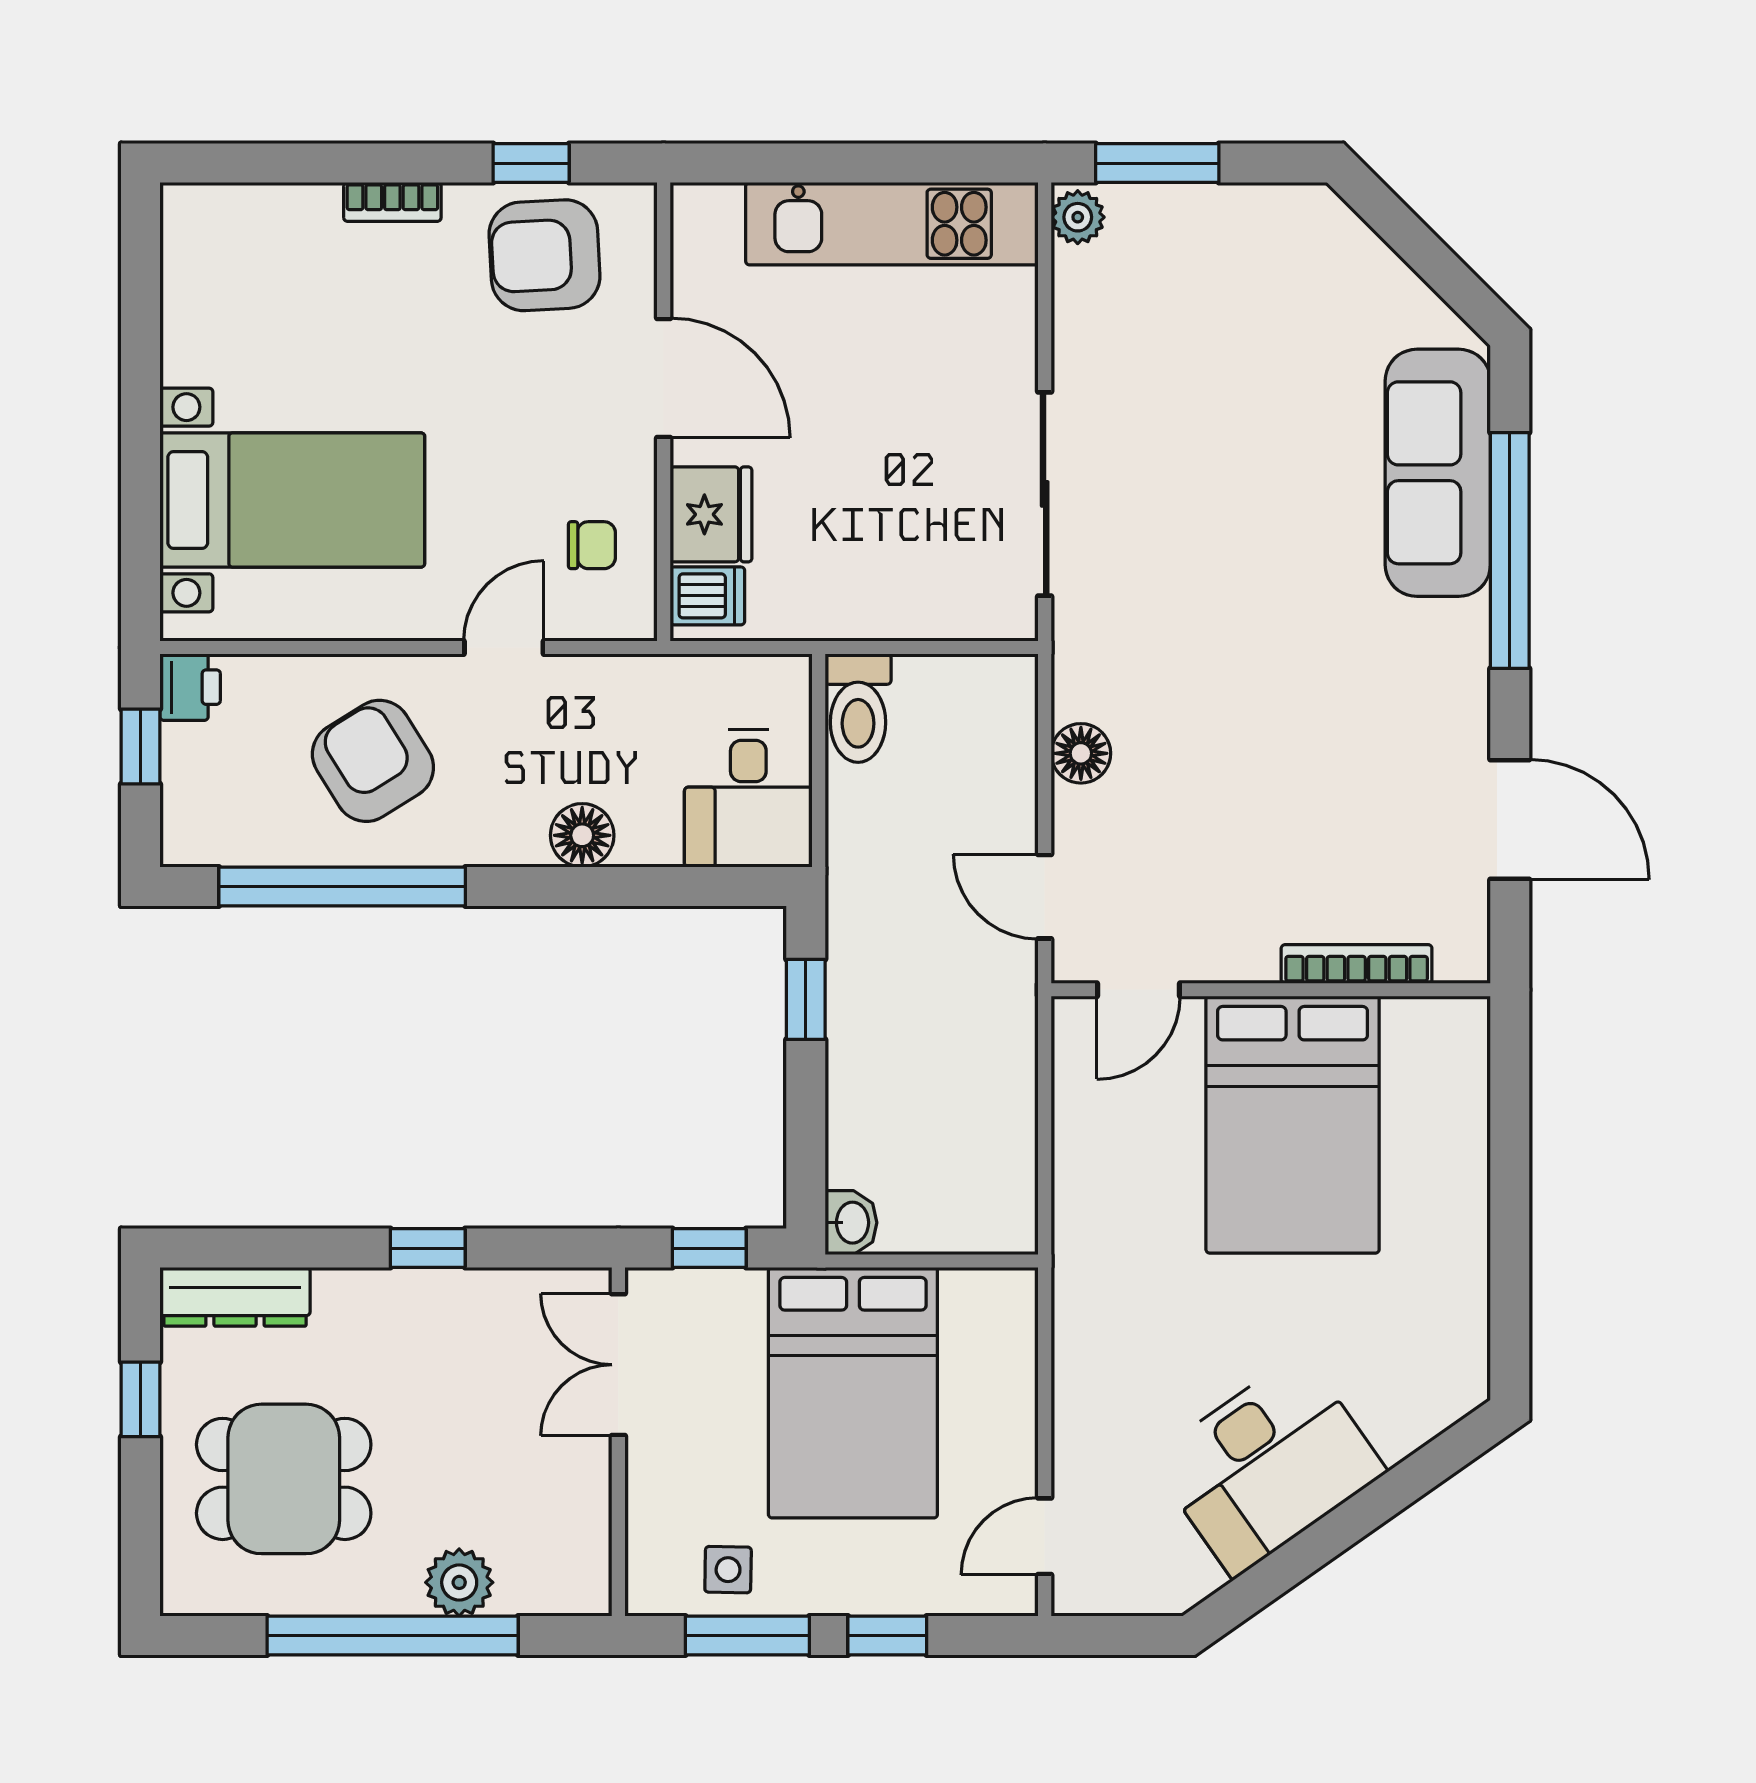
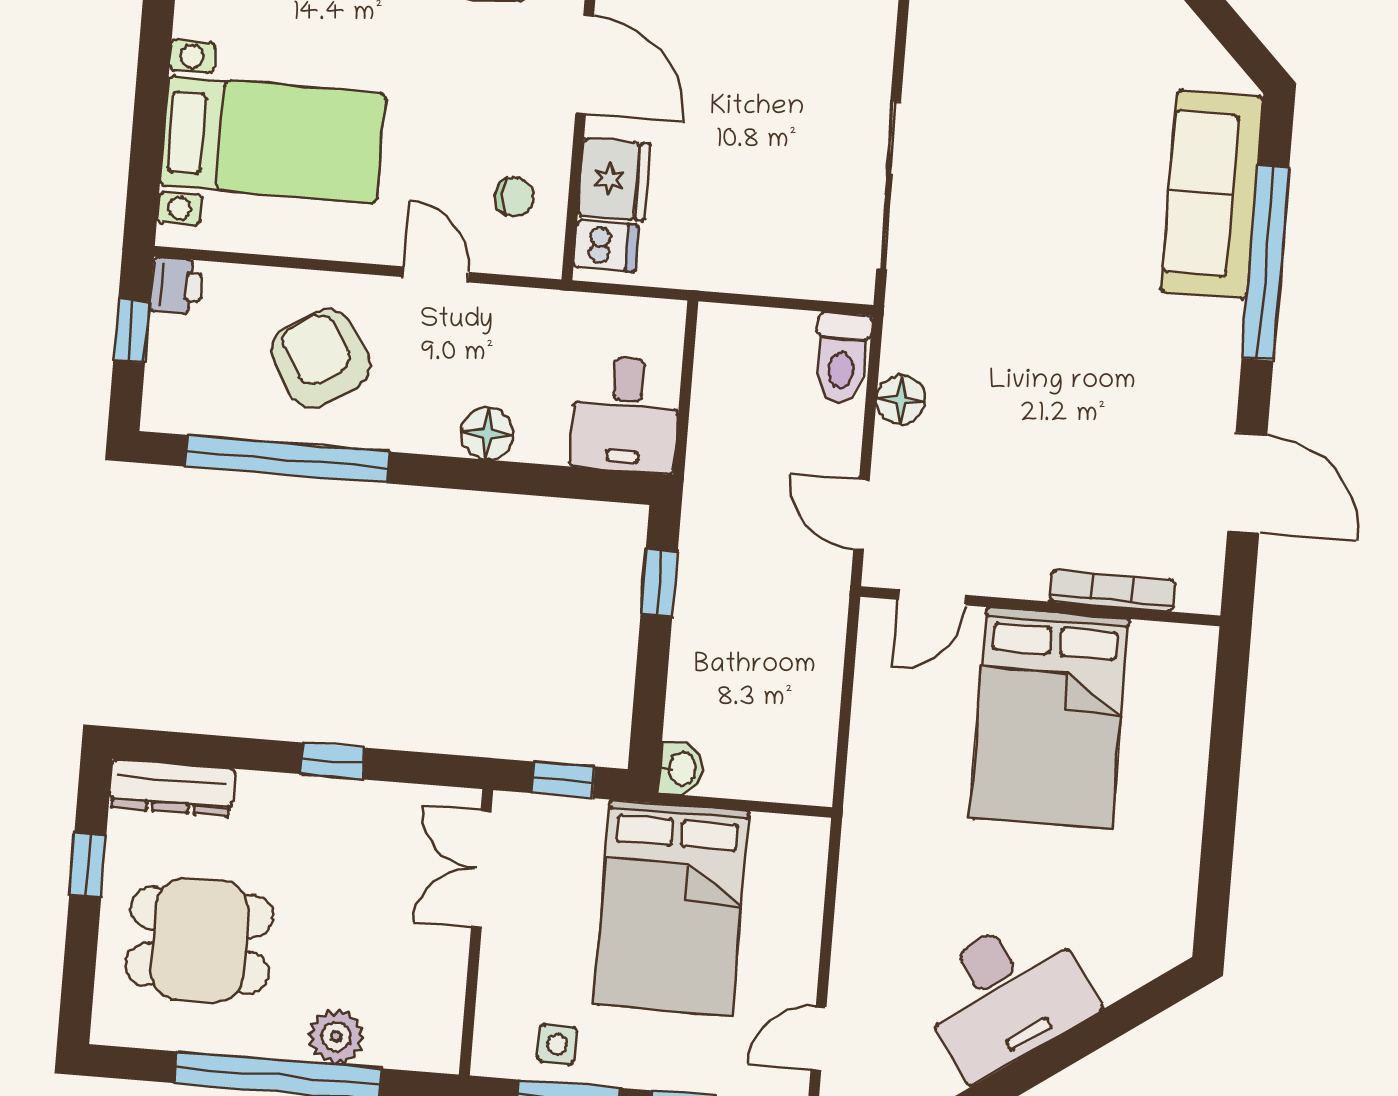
door: (504, 647) -> (436, 274), hinge flipped
toilet: (858, 708) -> (842, 358), moved

